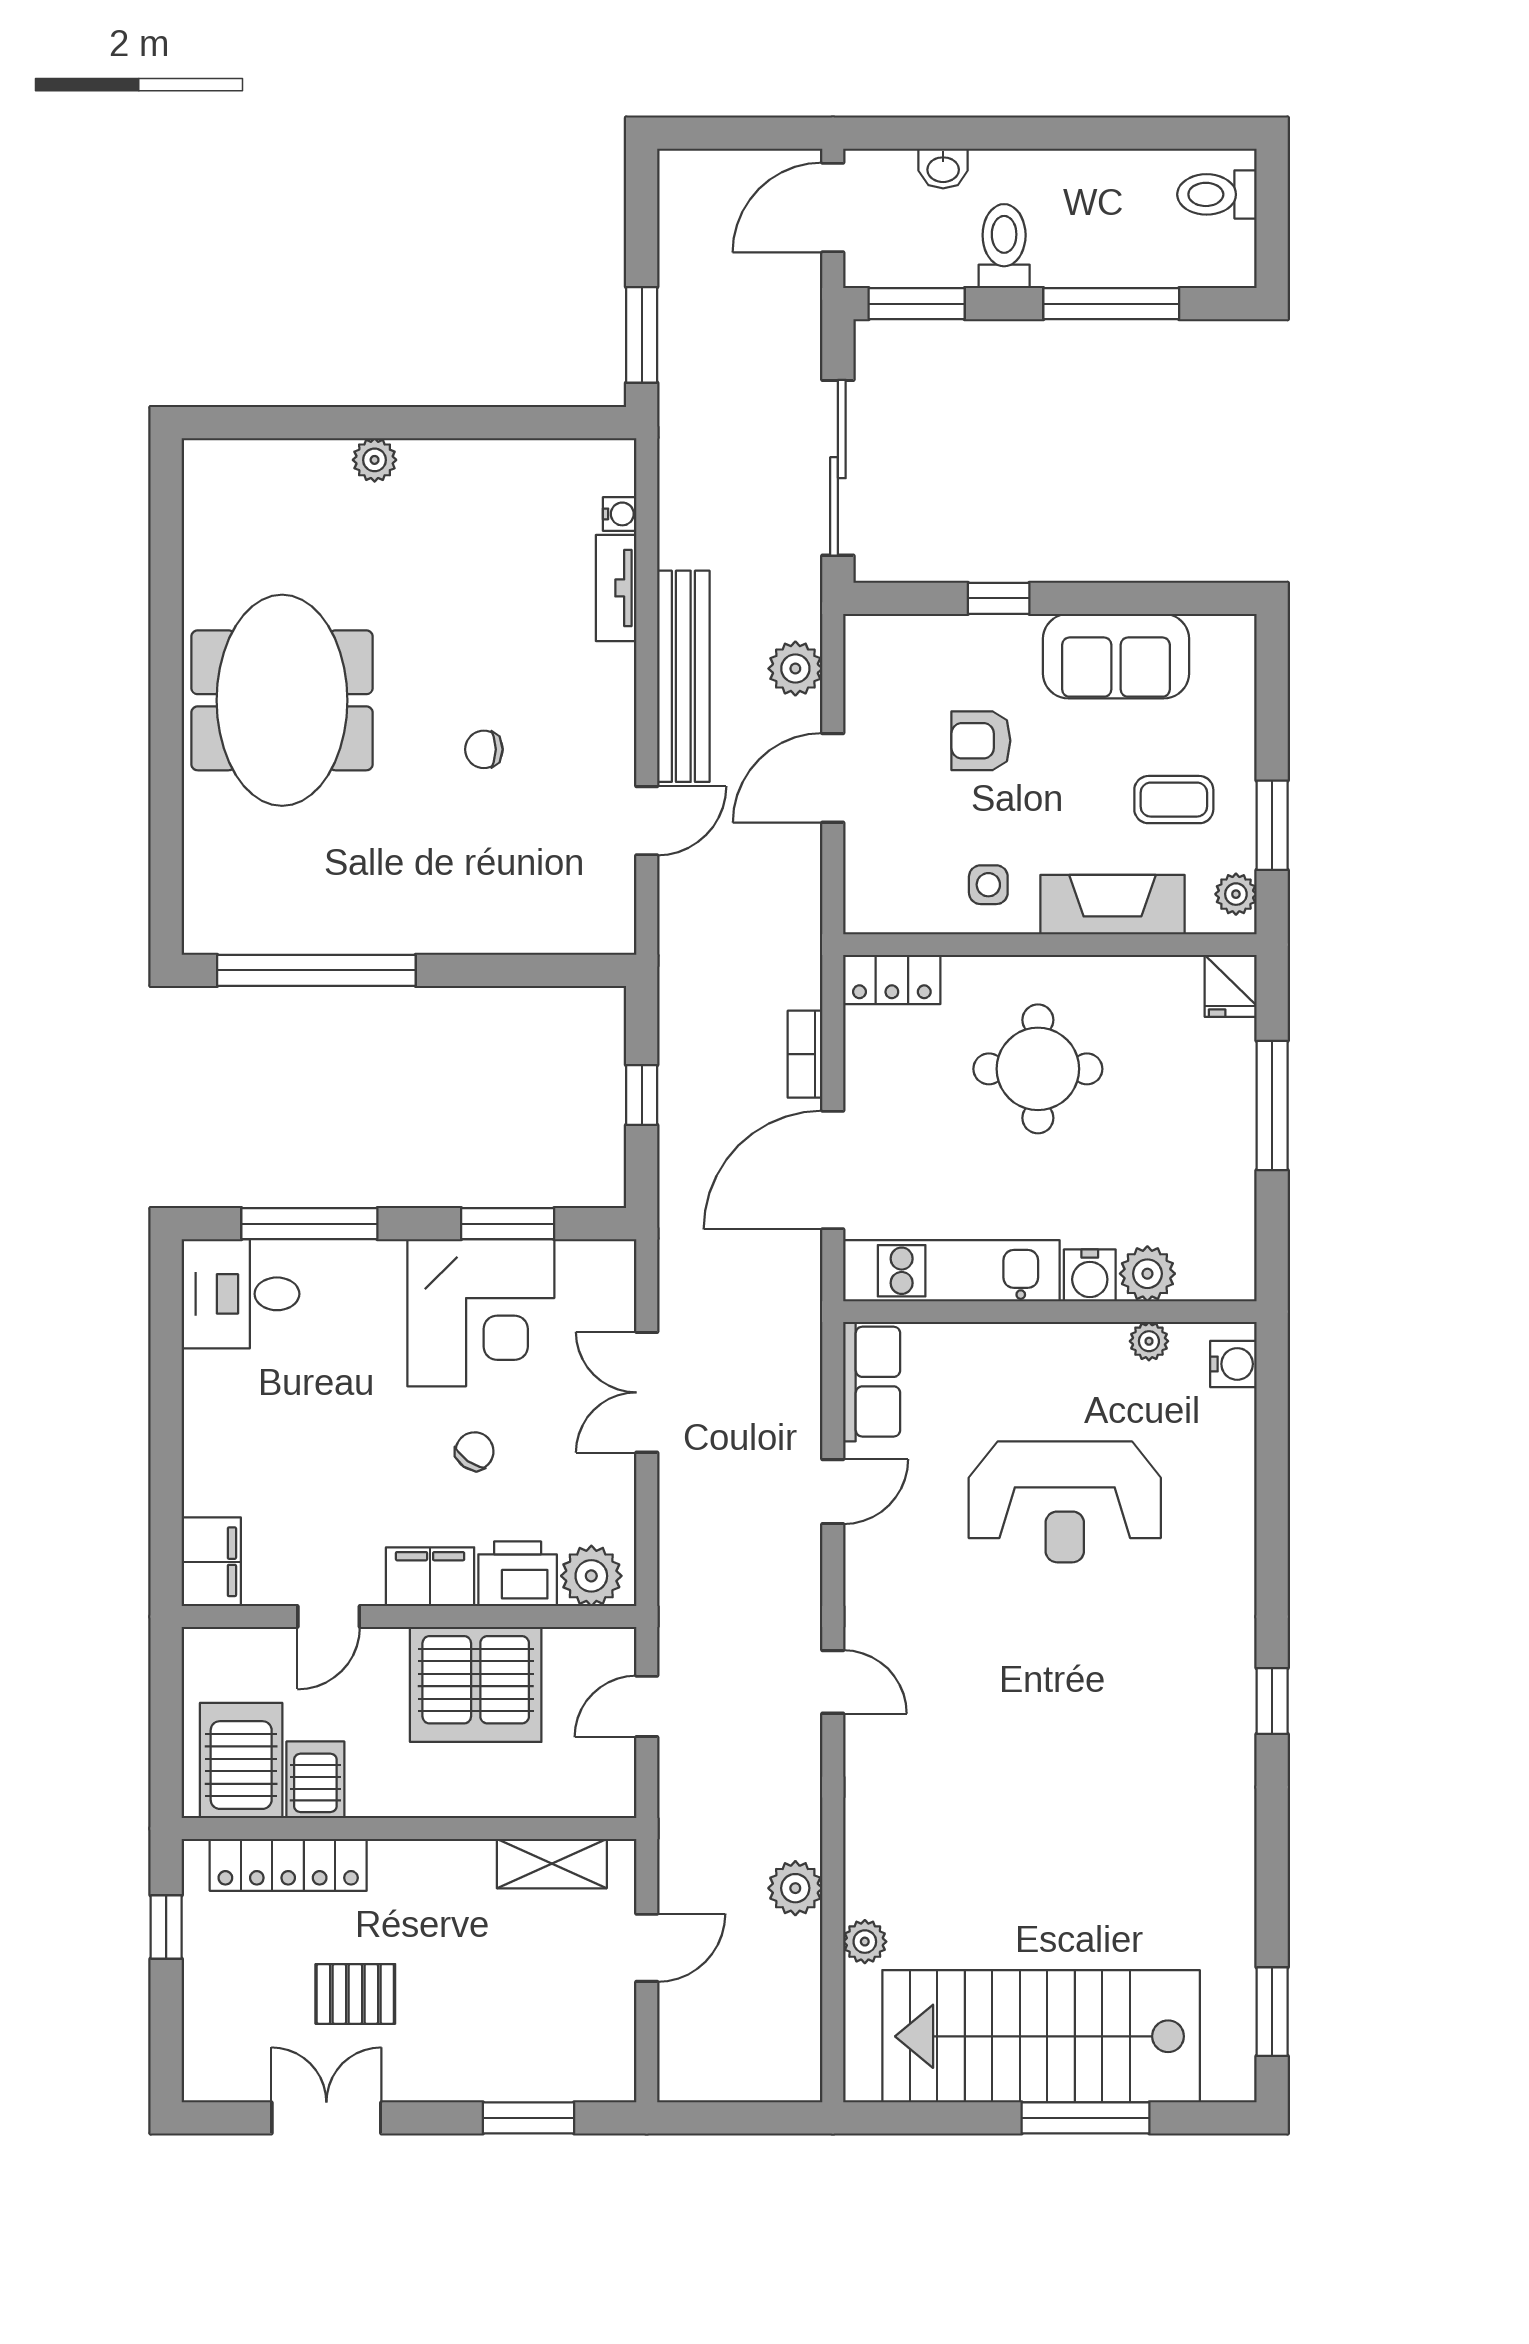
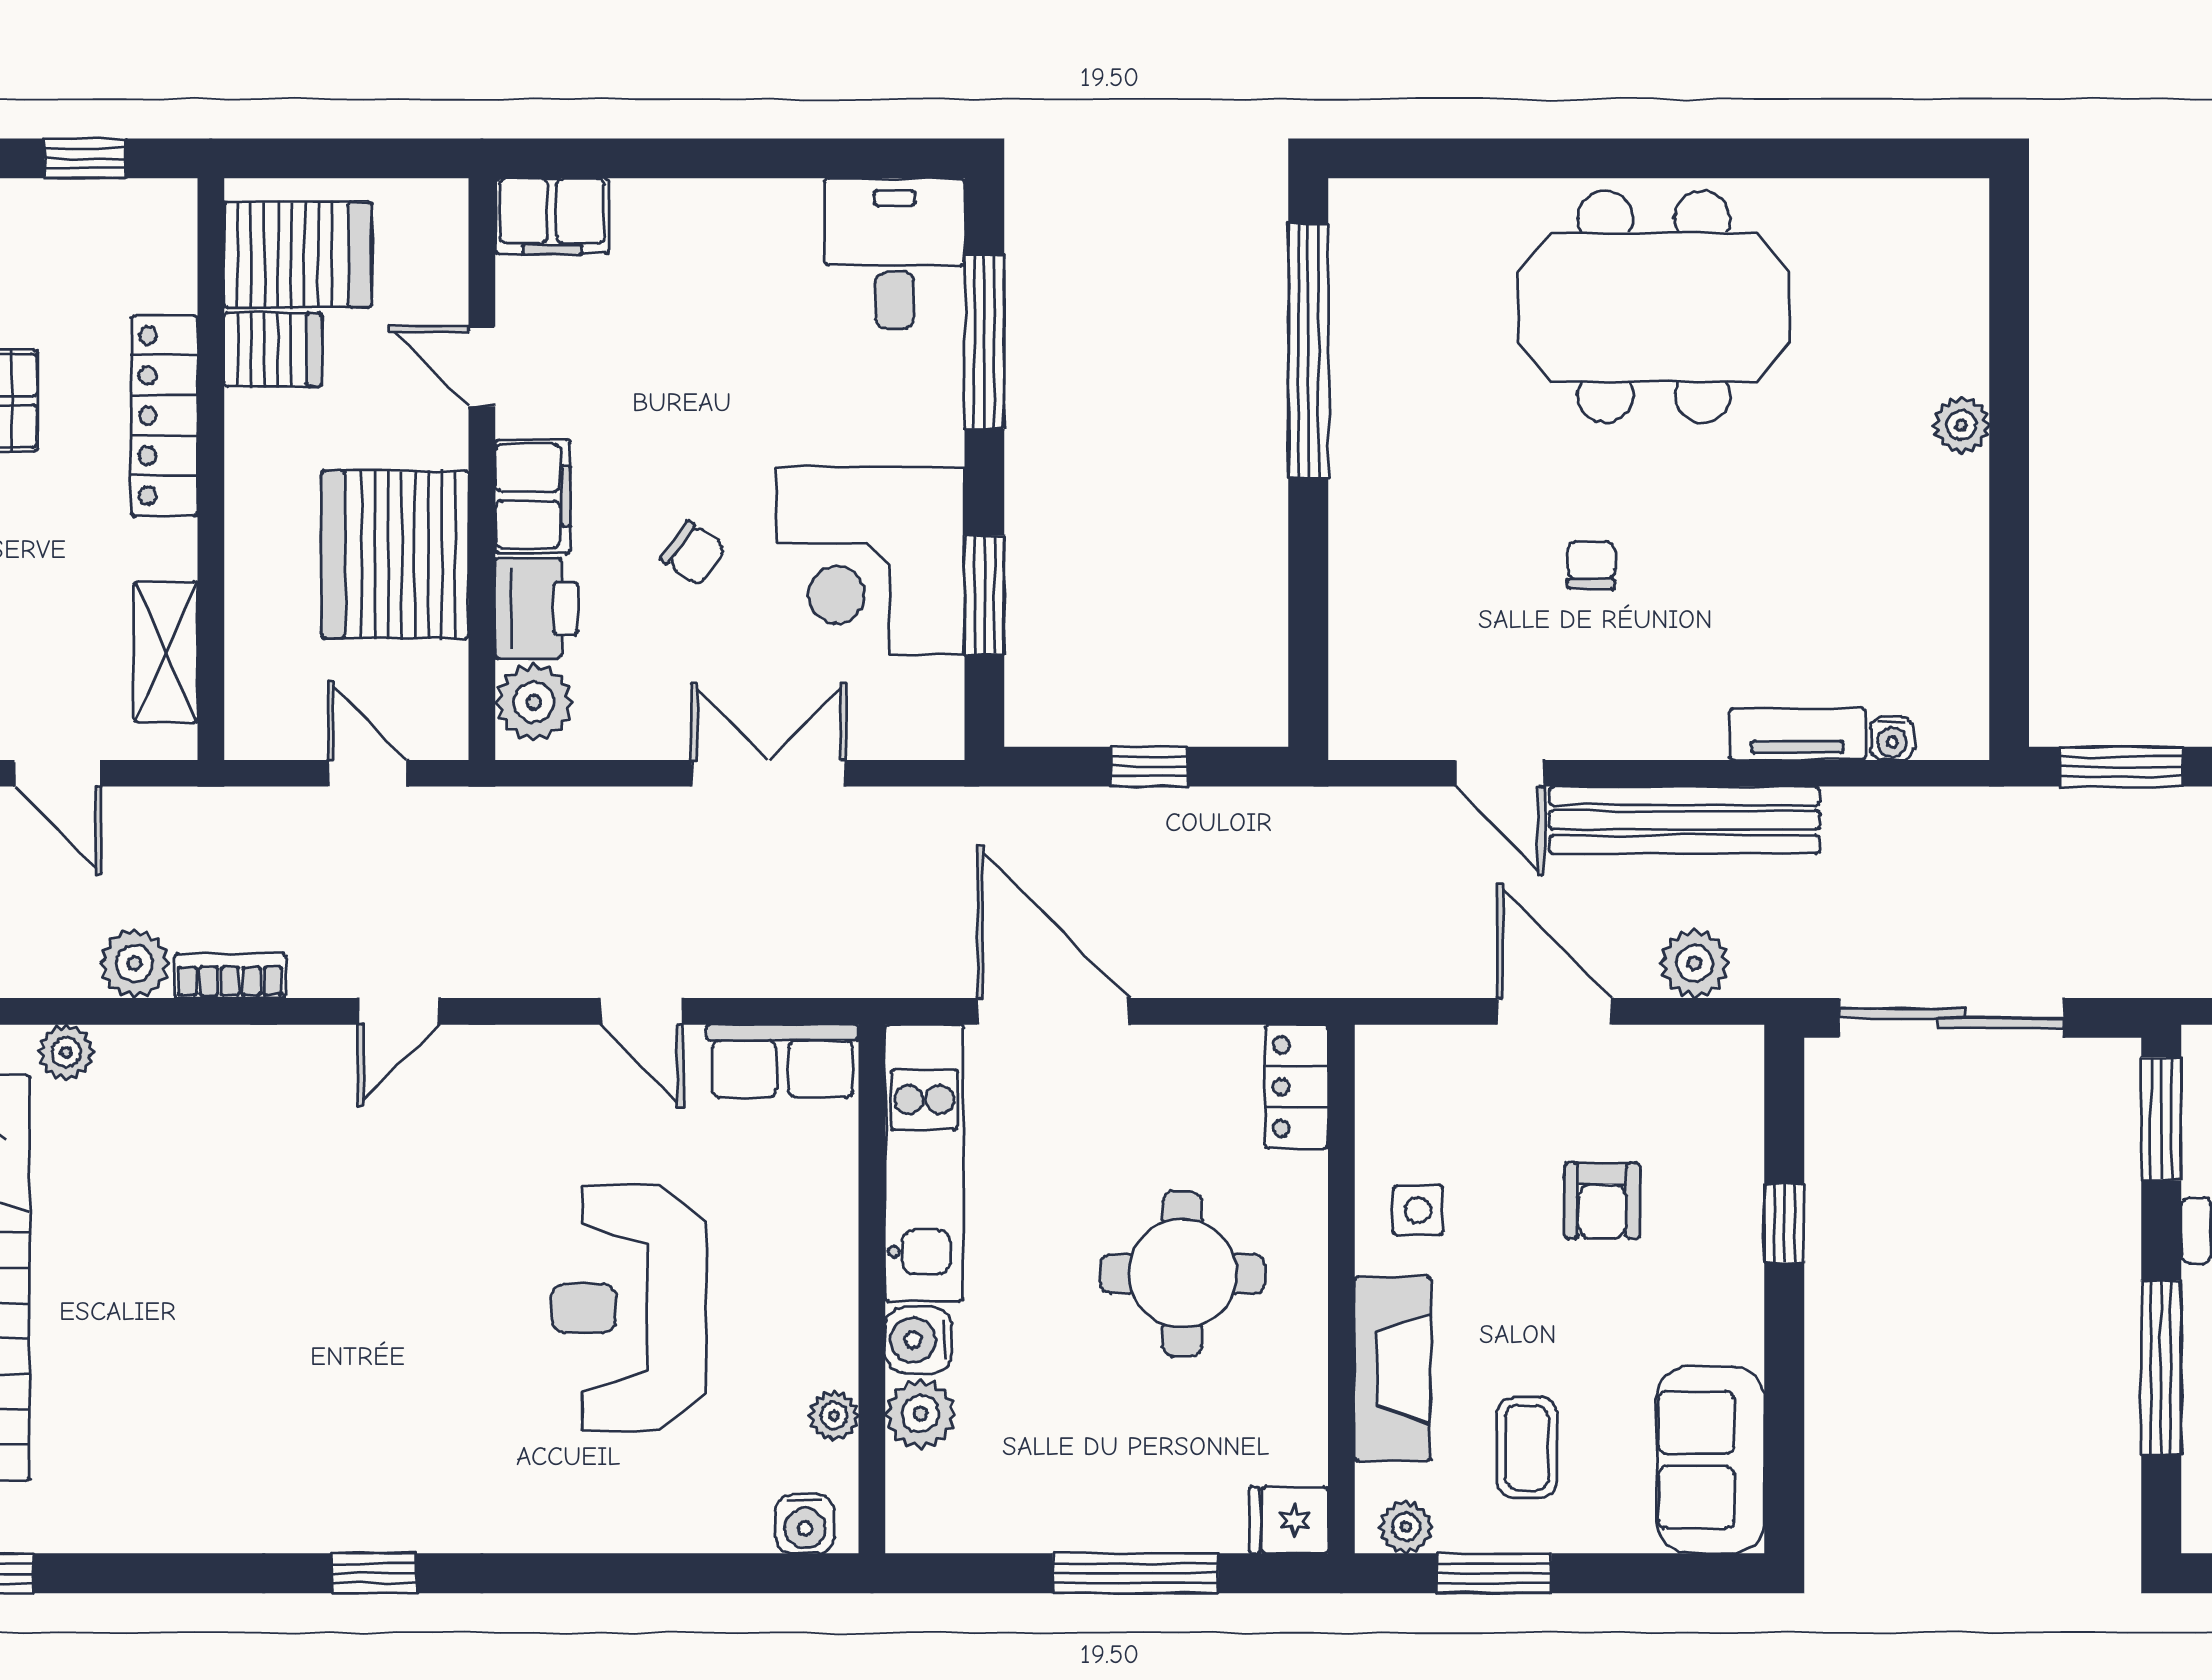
sofa: (1116, 656) -> (1710, 1460), moved
armchair: (981, 741) -> (1602, 1201), turned 180
bookcase: (805, 1054) -> (230, 976), moved
locker: (288, 1865) -> (164, 416), moved

